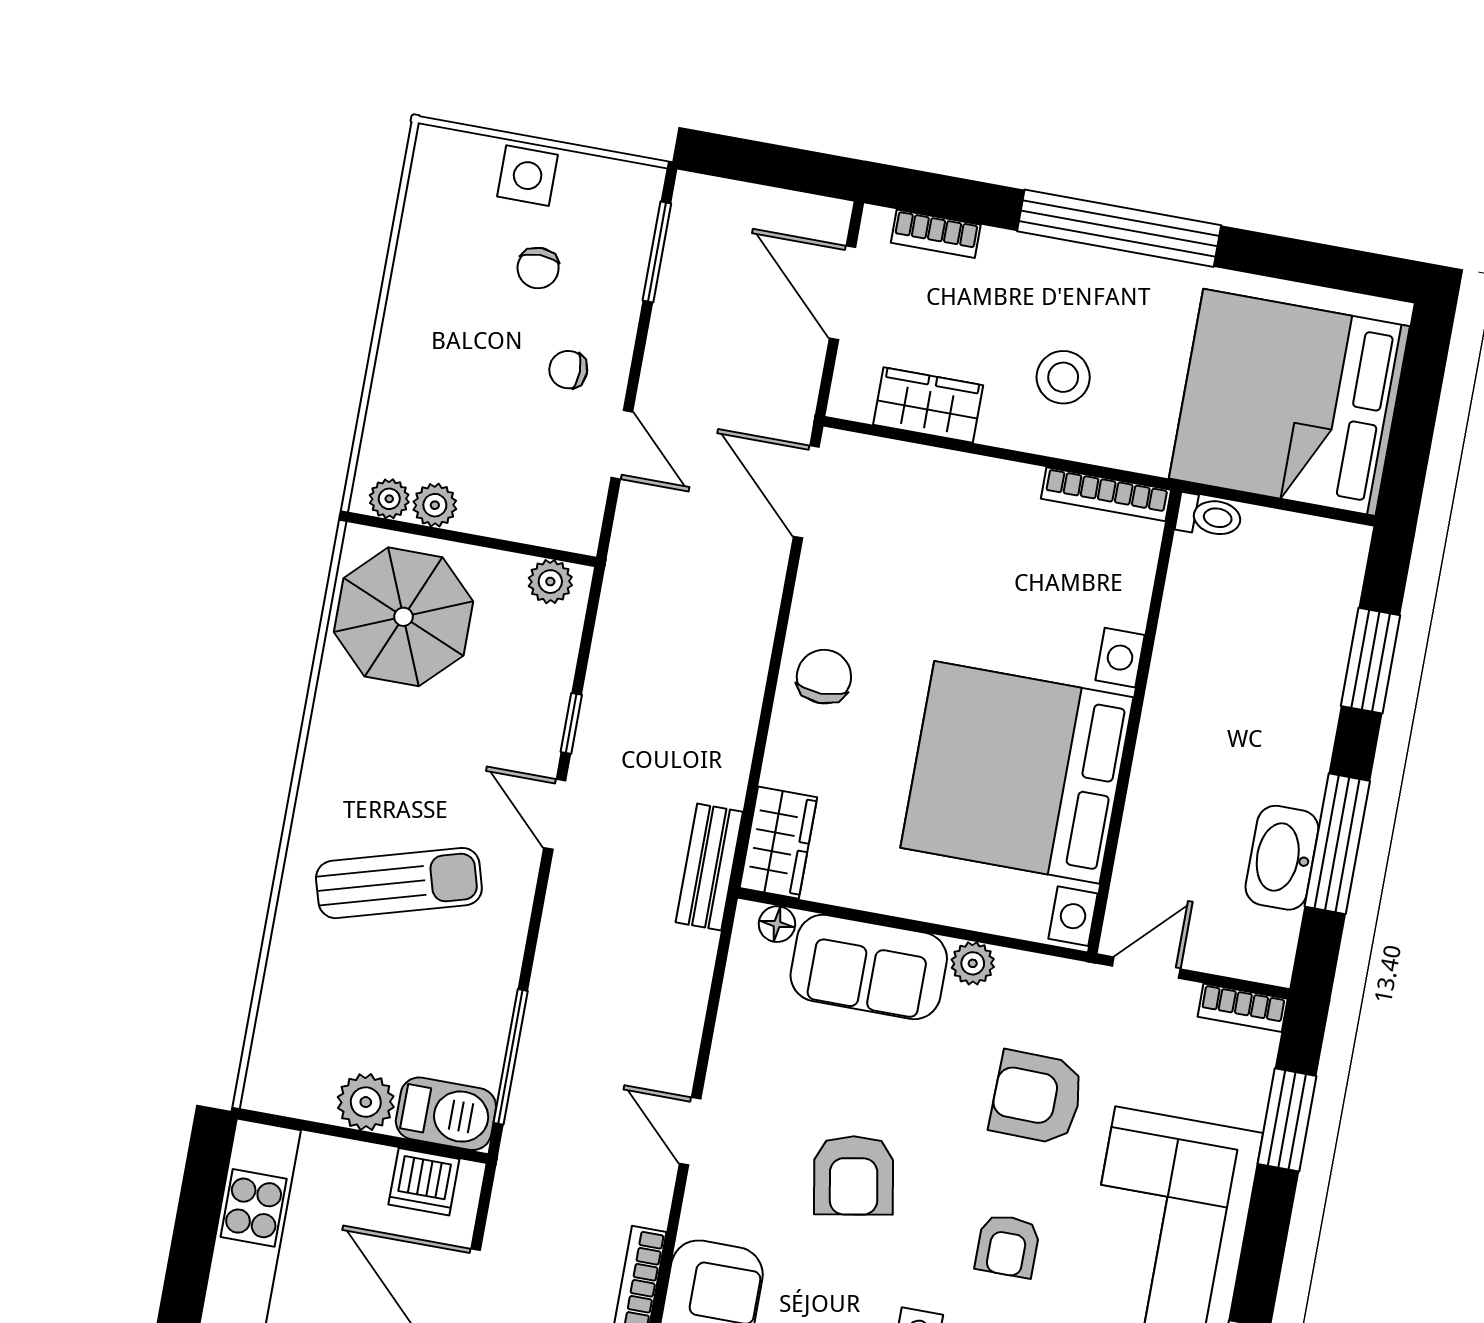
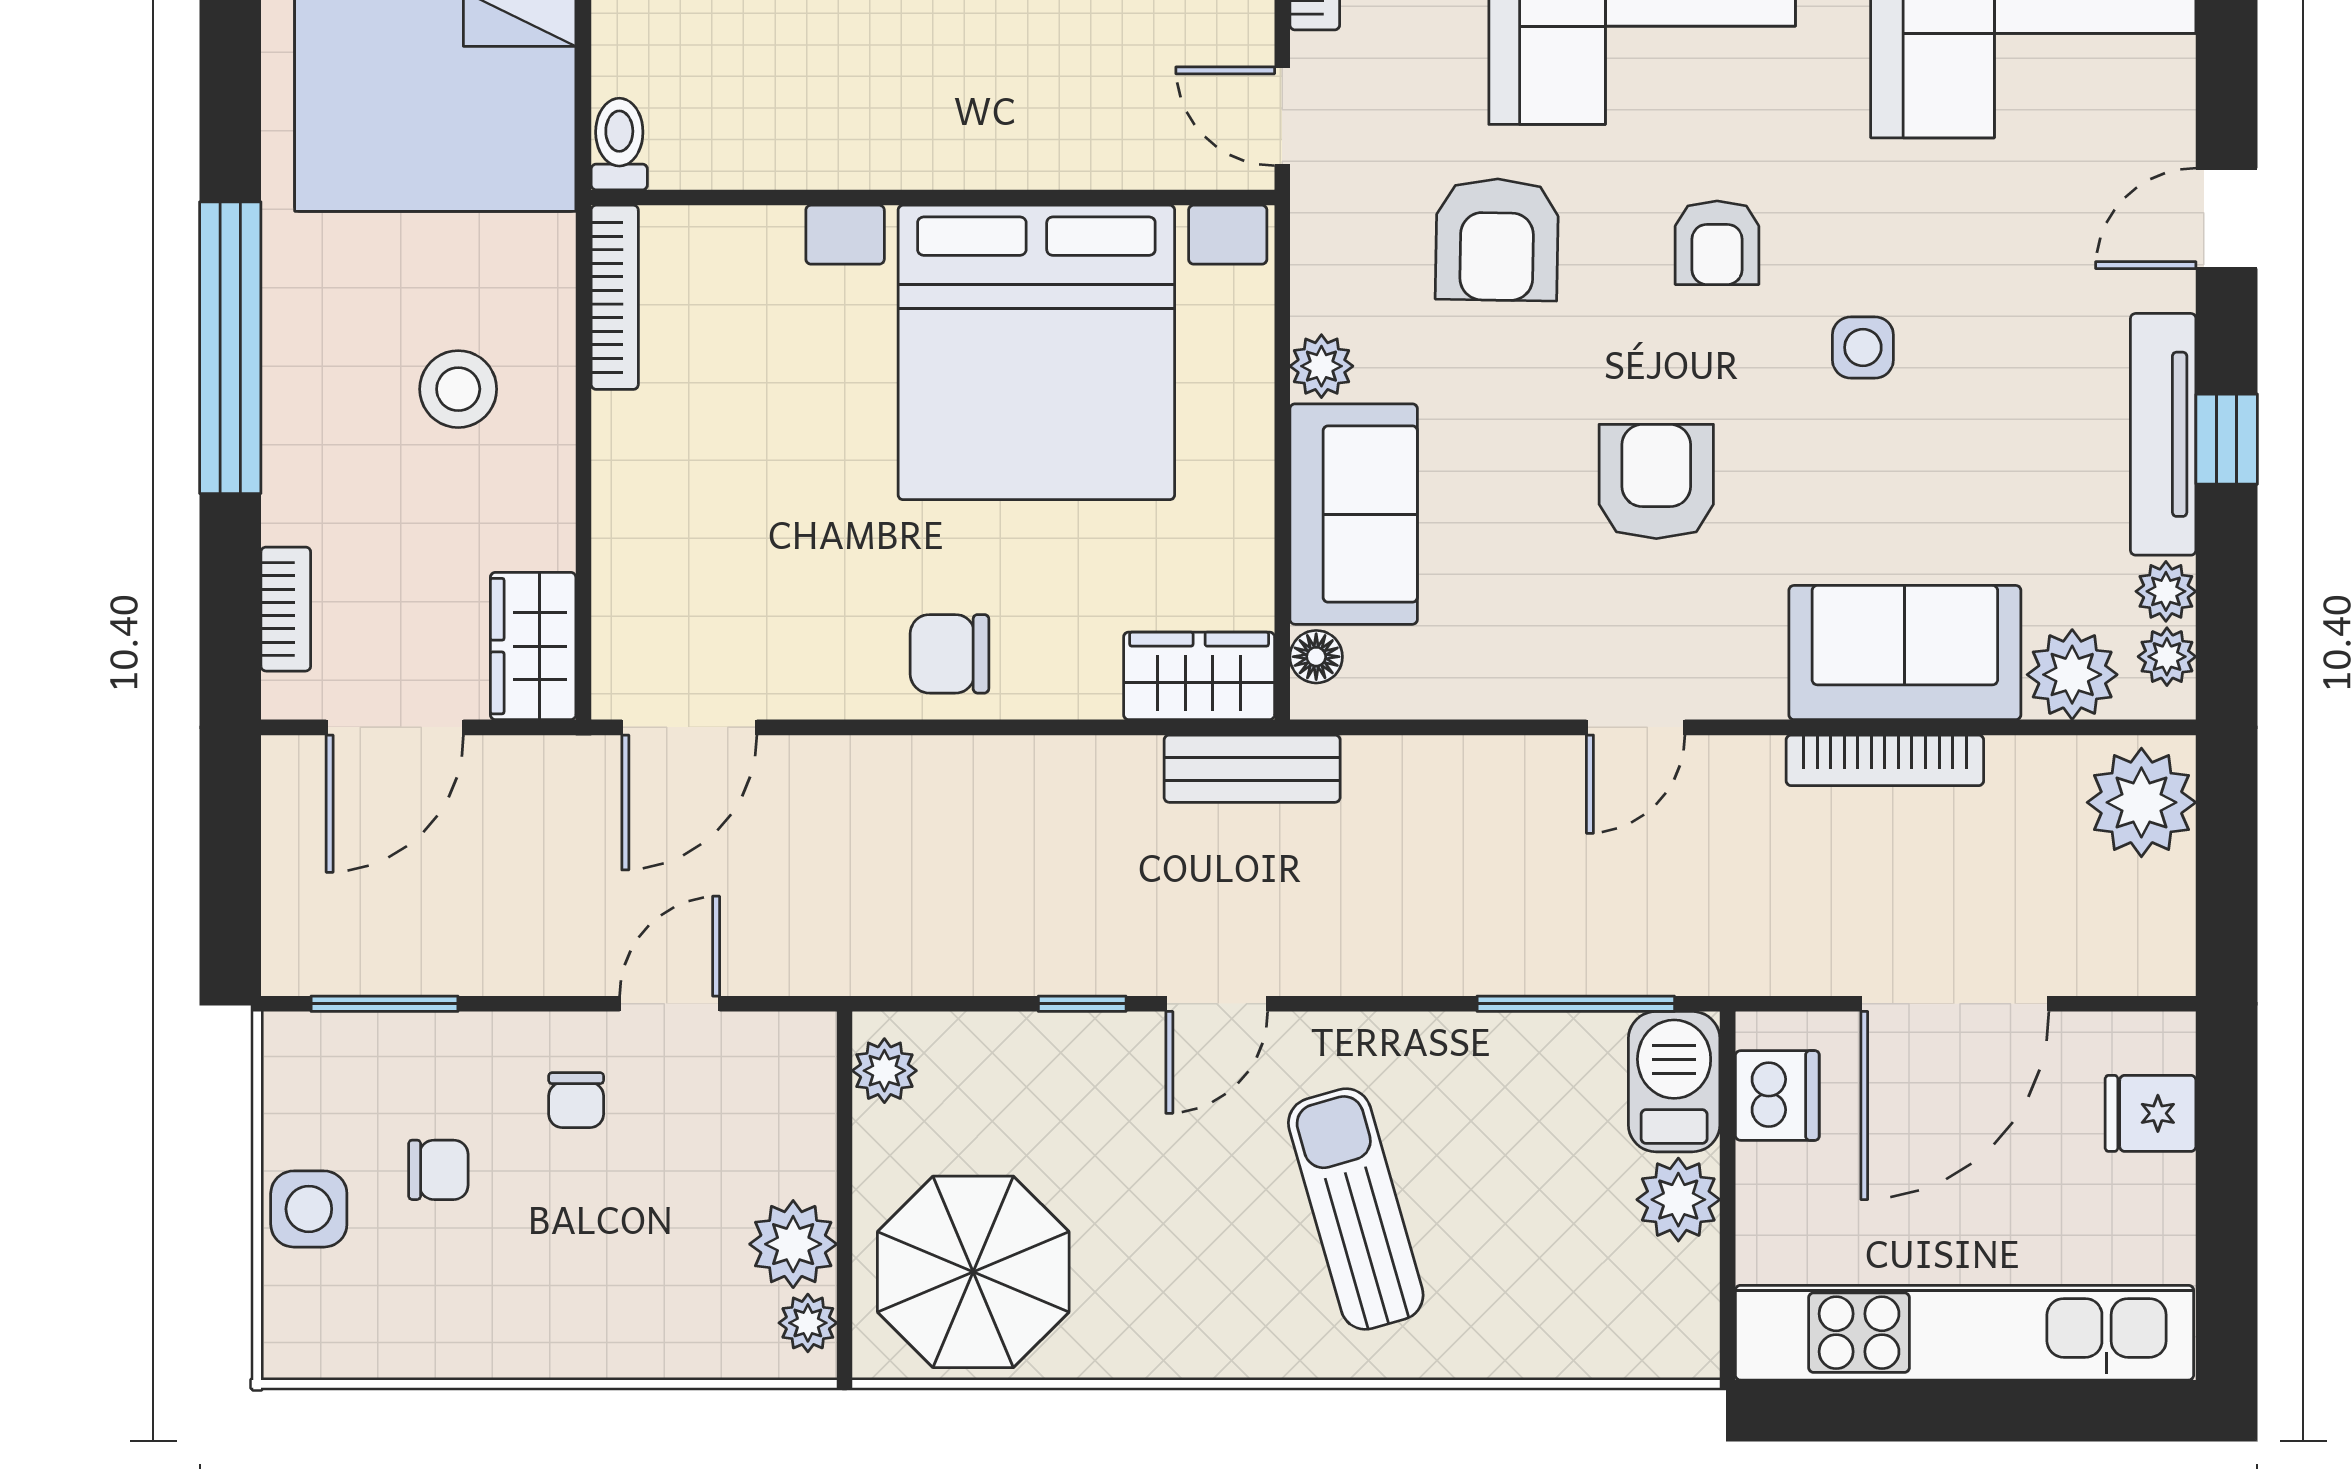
wardrobe: (928, 405) -> (533, 646), moved
plant: (435, 505) -> (793, 1244), width x1.38, depth x1.38
armchair: (854, 1175) -> (1656, 482), turned -80
armchair: (1007, 1246) -> (1717, 243), turned 90

